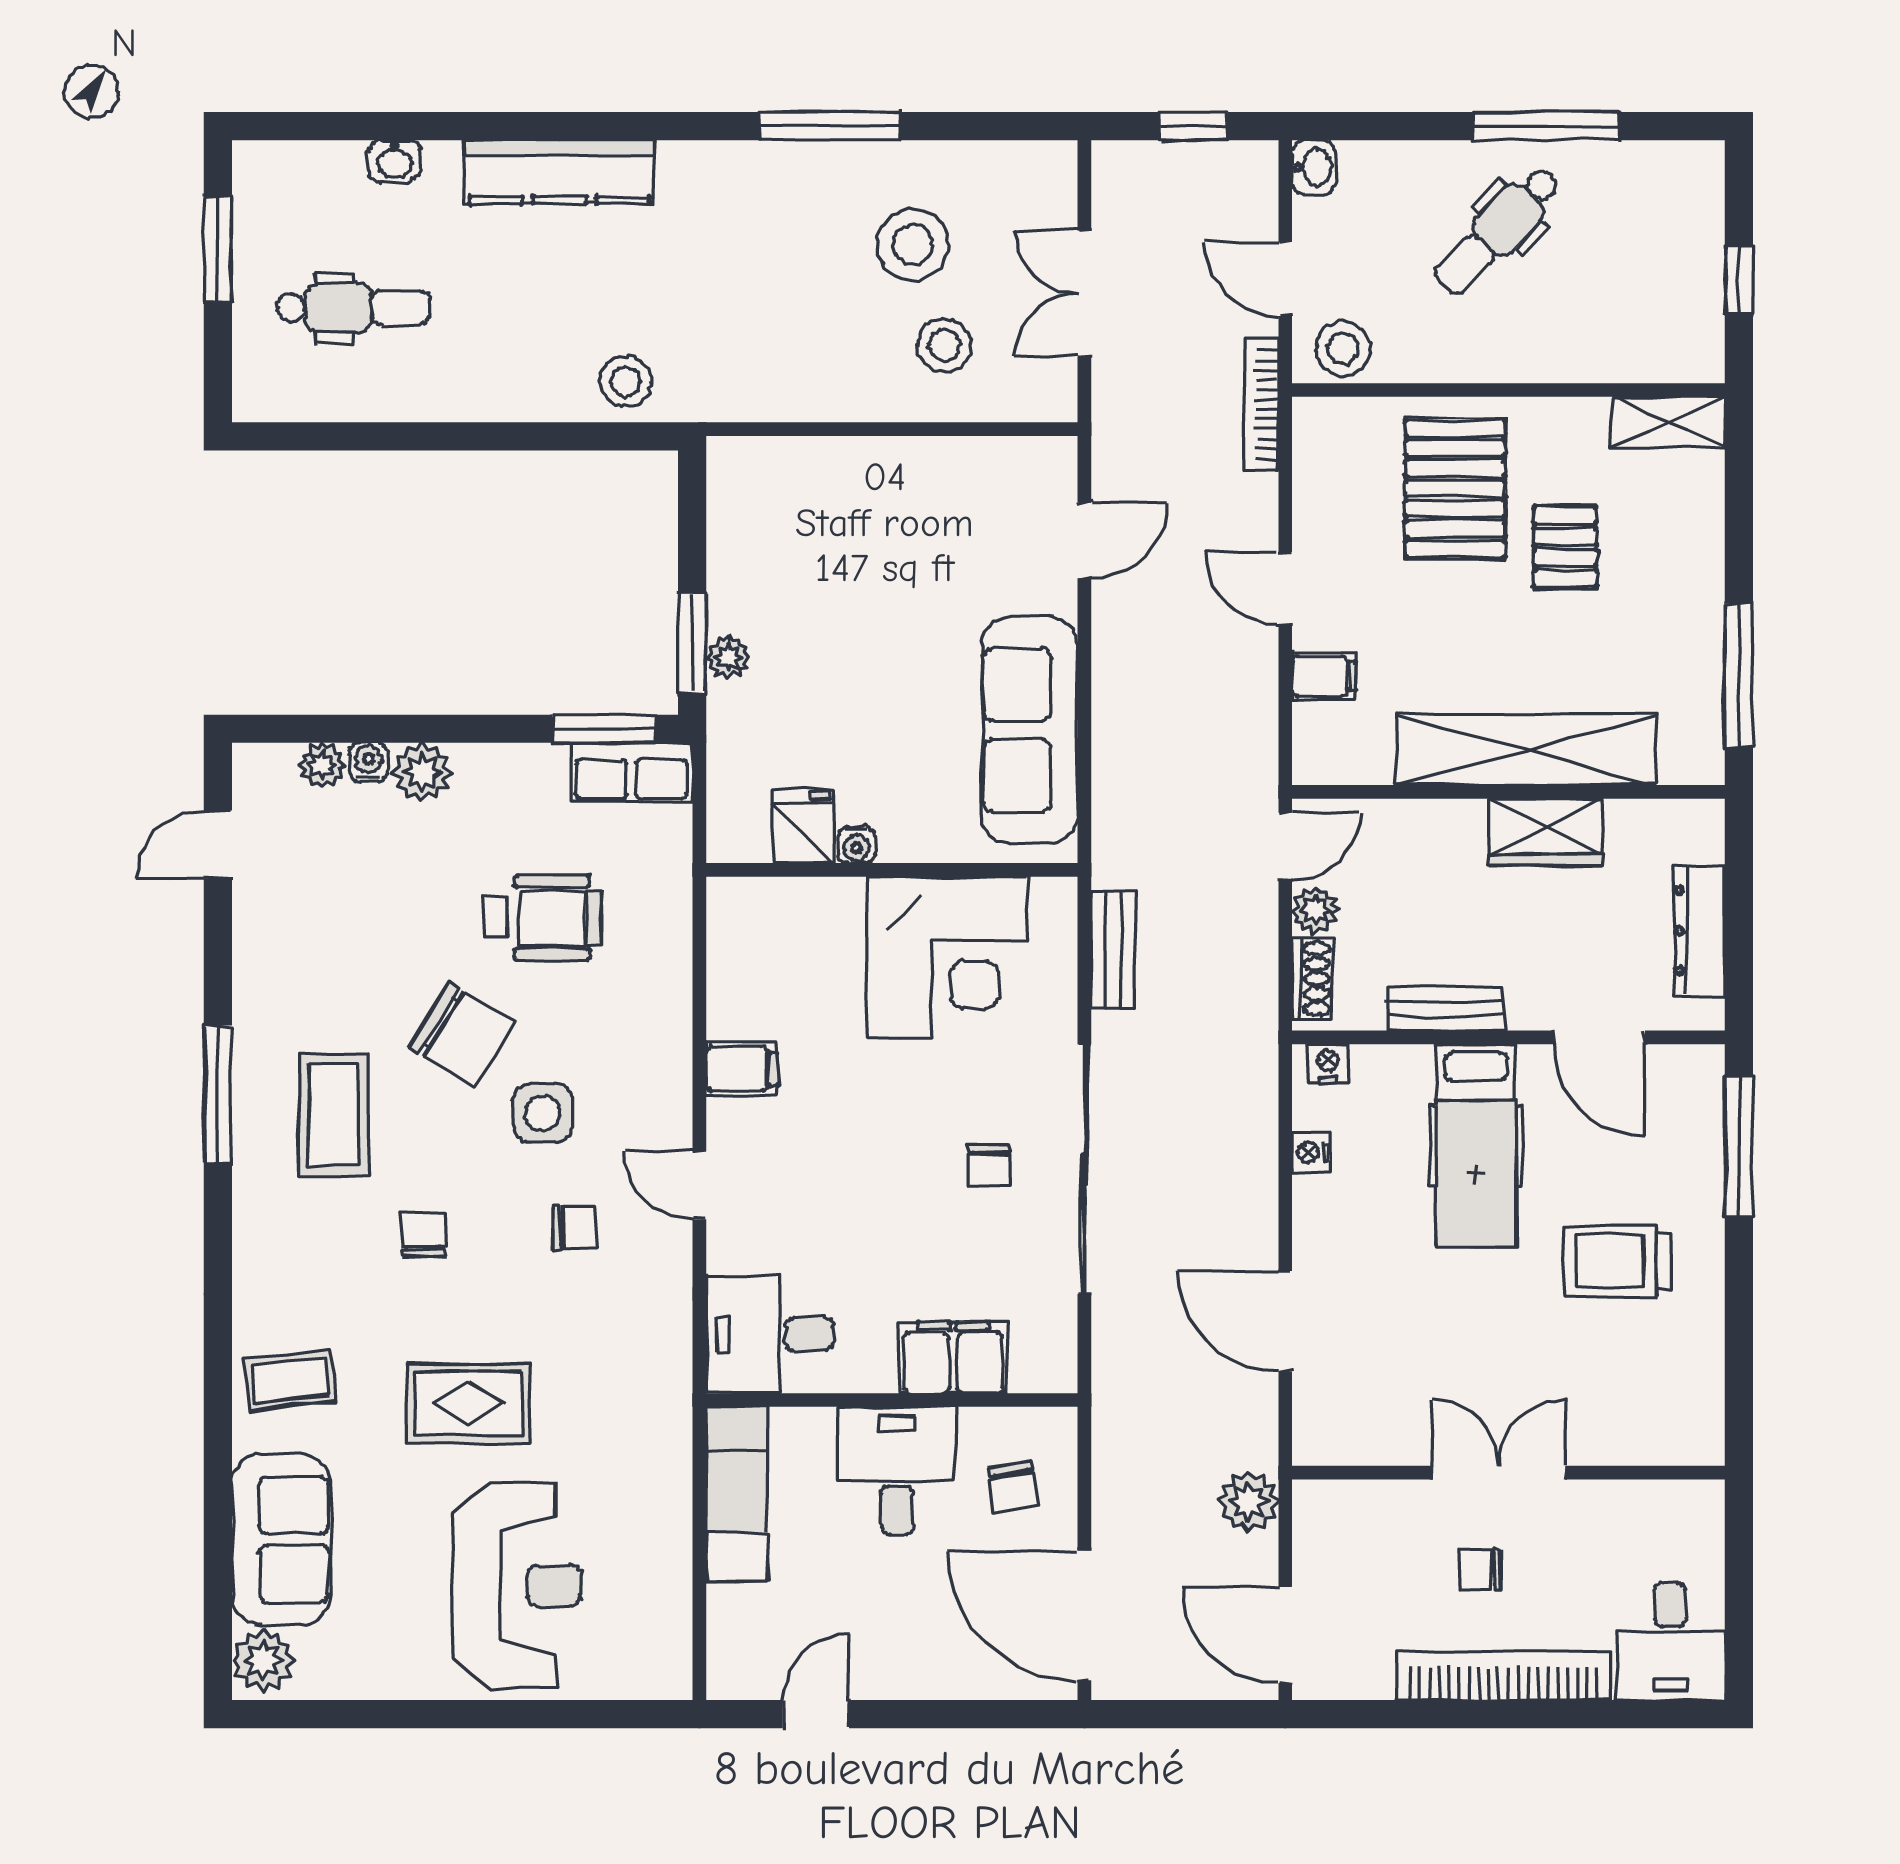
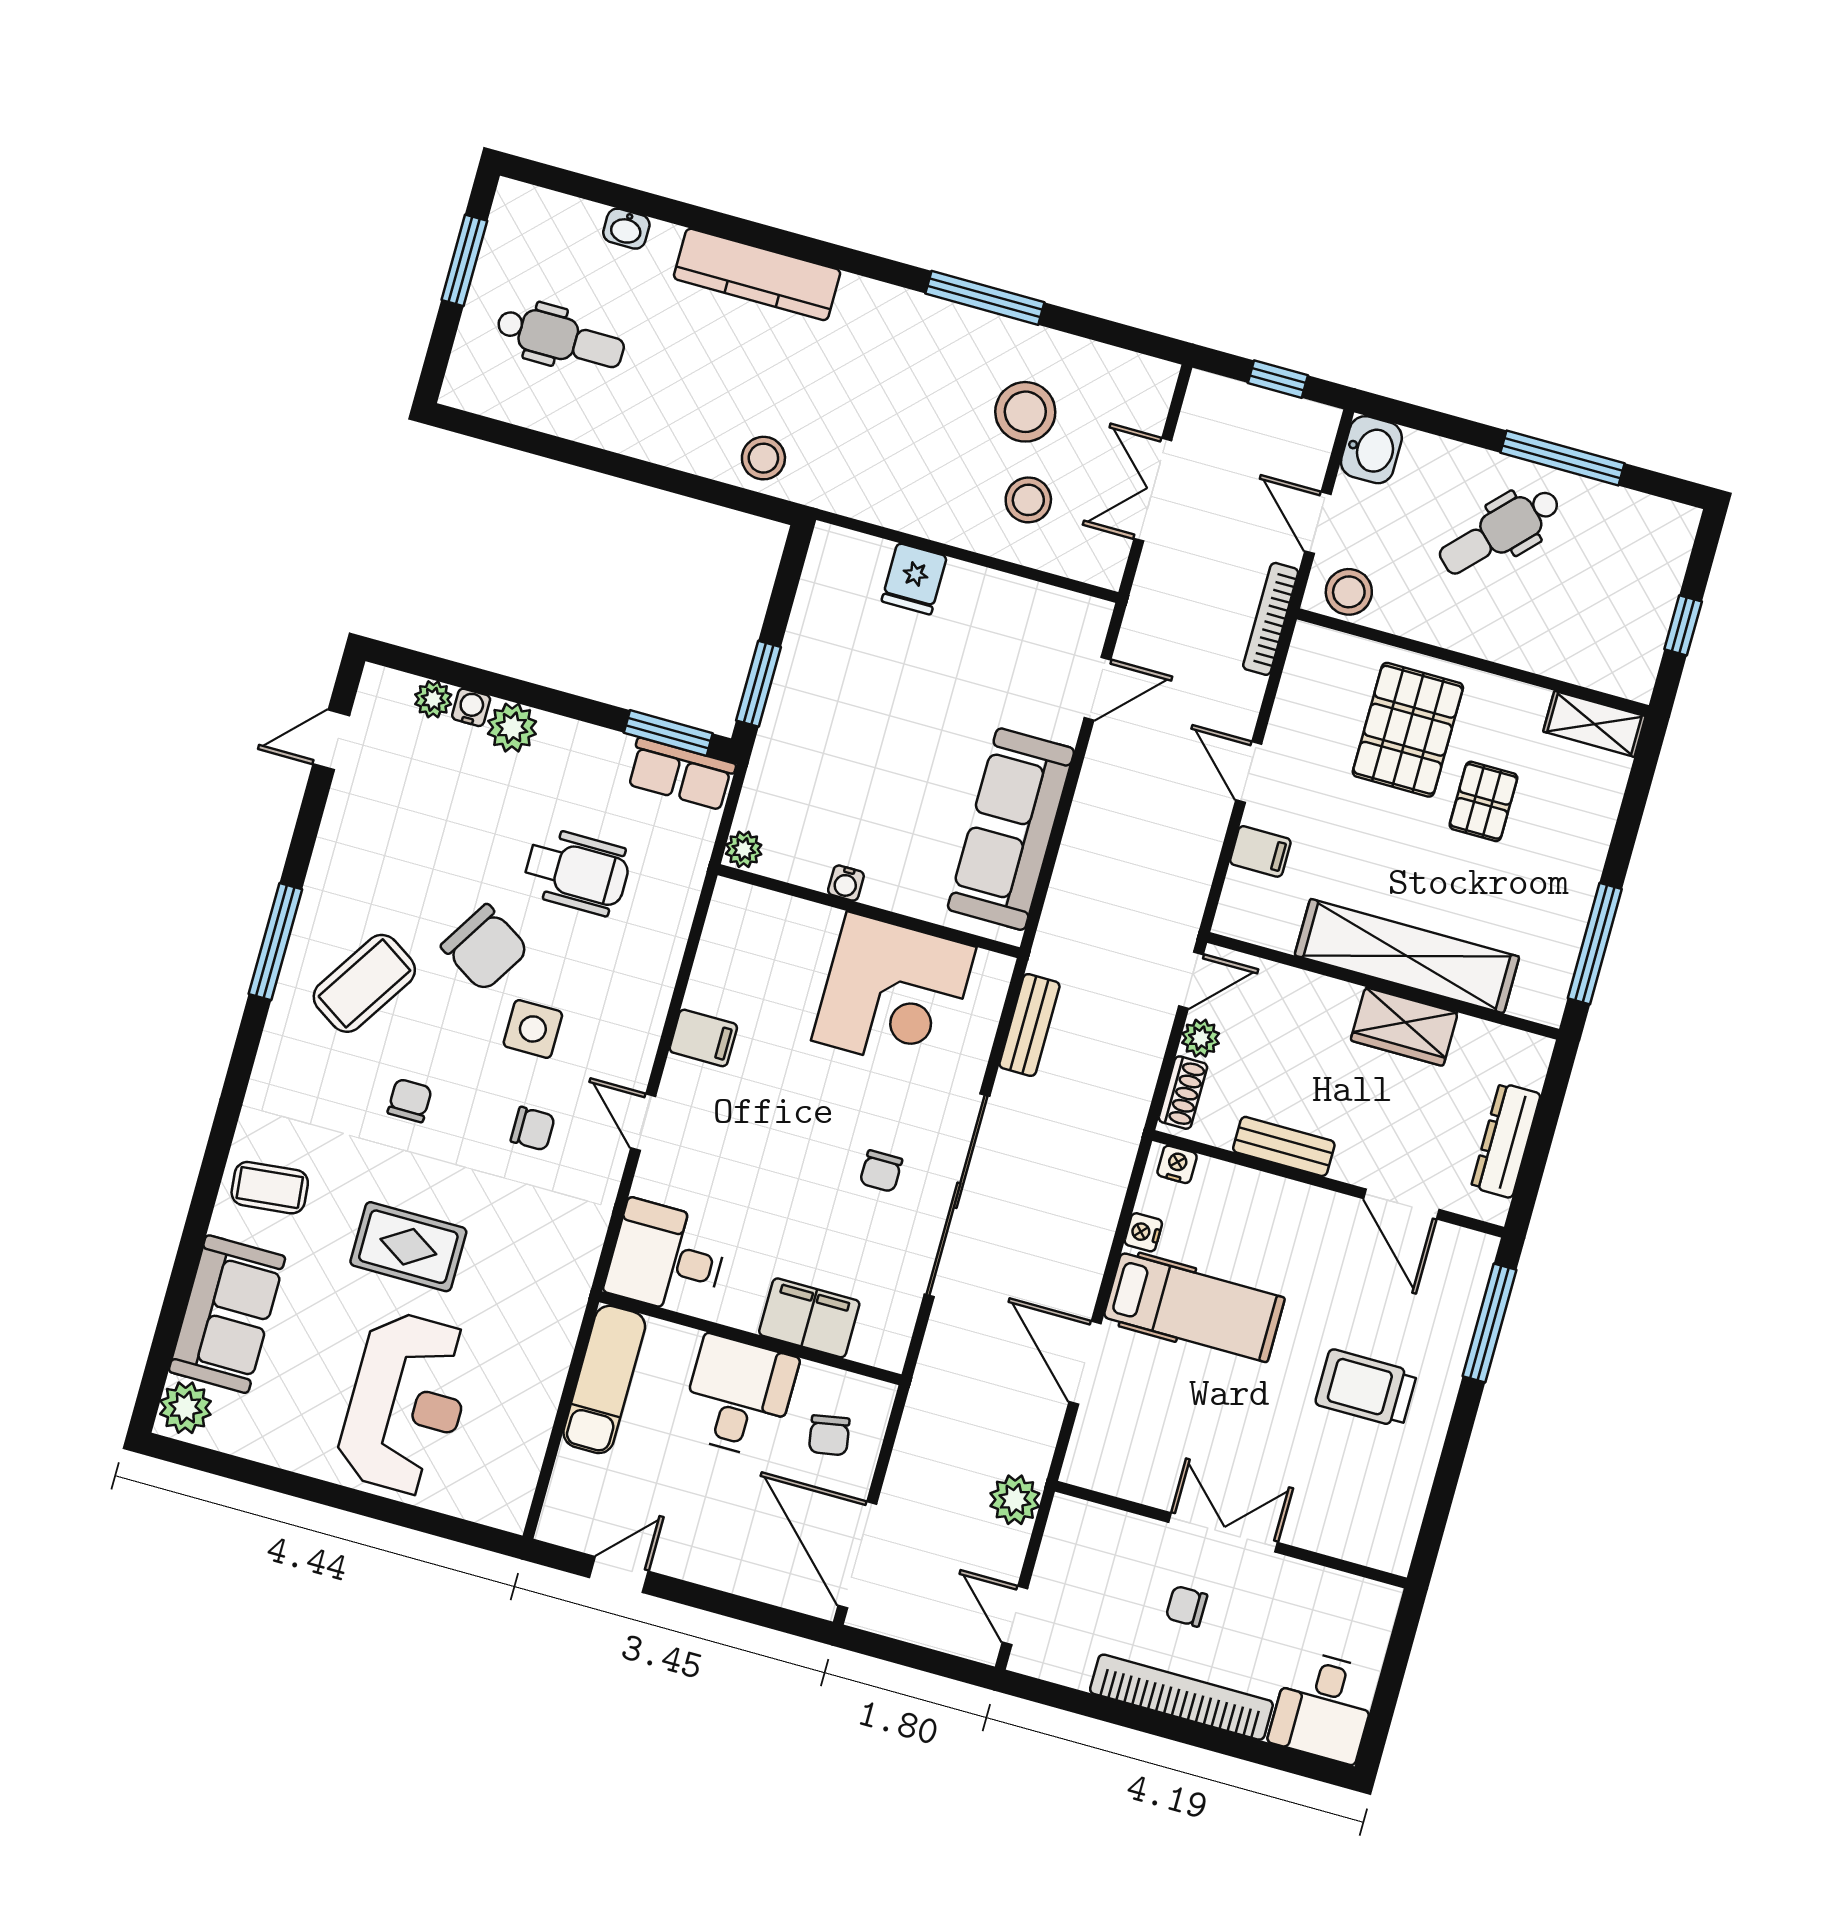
washbasin: (1314, 167) -> (1371, 450), width x1.38, depth x1.45
plant: (728, 657) -> (744, 849), moved
fridge: (803, 827) -> (914, 579), moved, turned 180
coffee table: (334, 1114) -> (364, 983), turned 33
hospital bed: (1476, 1146) -> (1194, 1308), moved, turned -90
door: (1285, 1635) -> (1015, 1615), width x0.73

